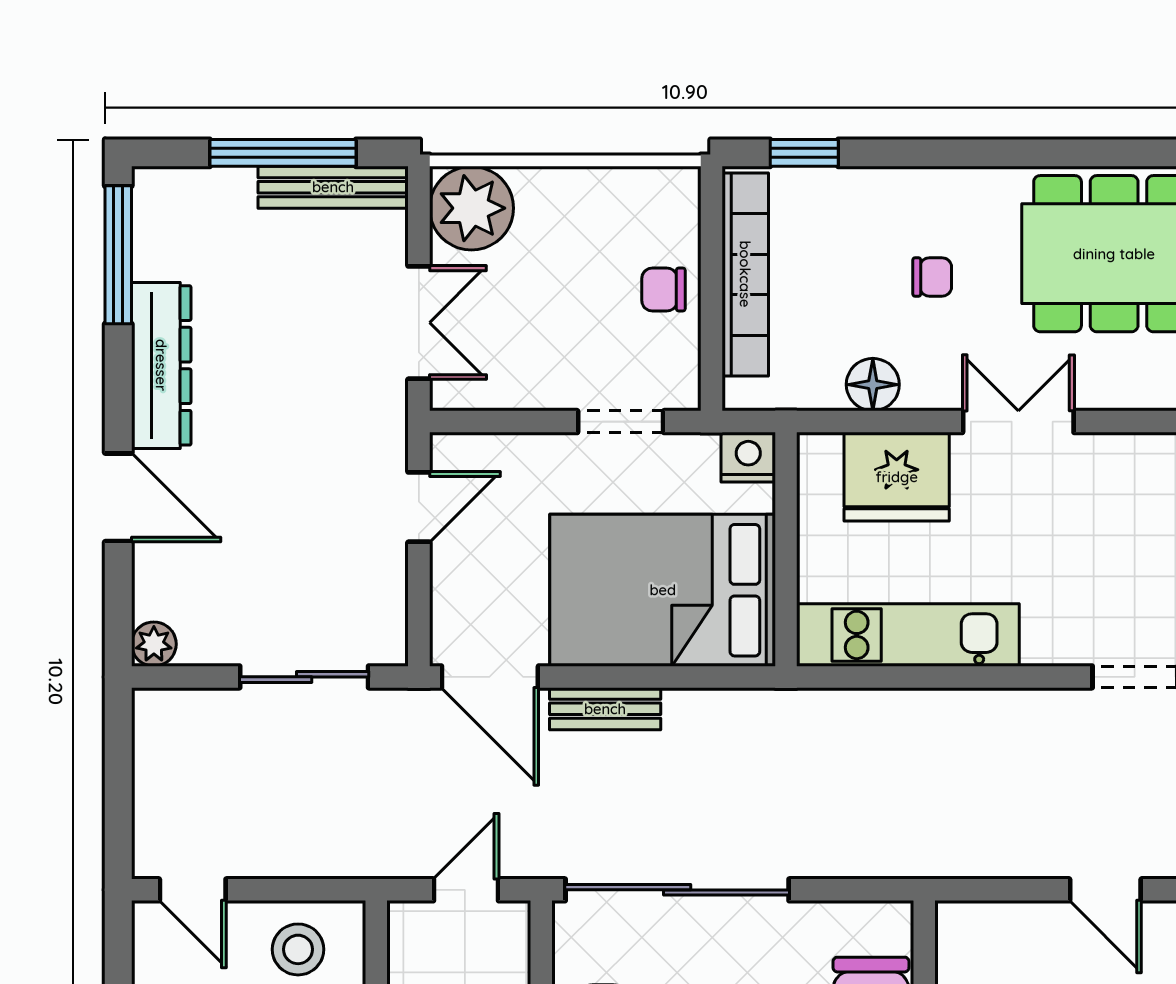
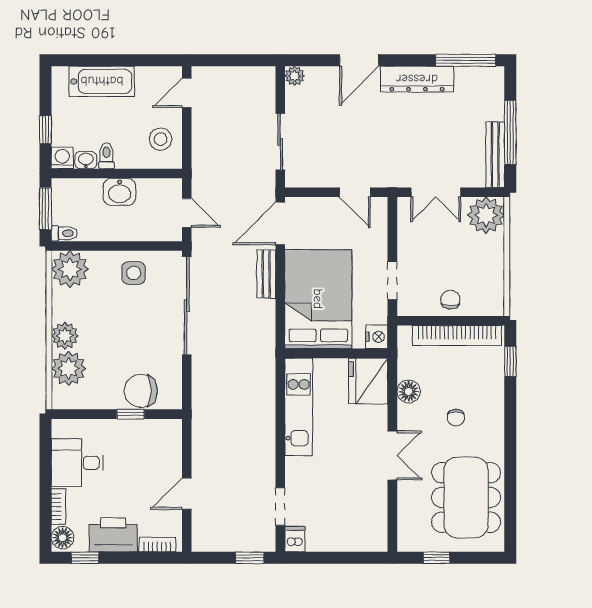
fridge: (897, 477) -> (368, 381), moved

